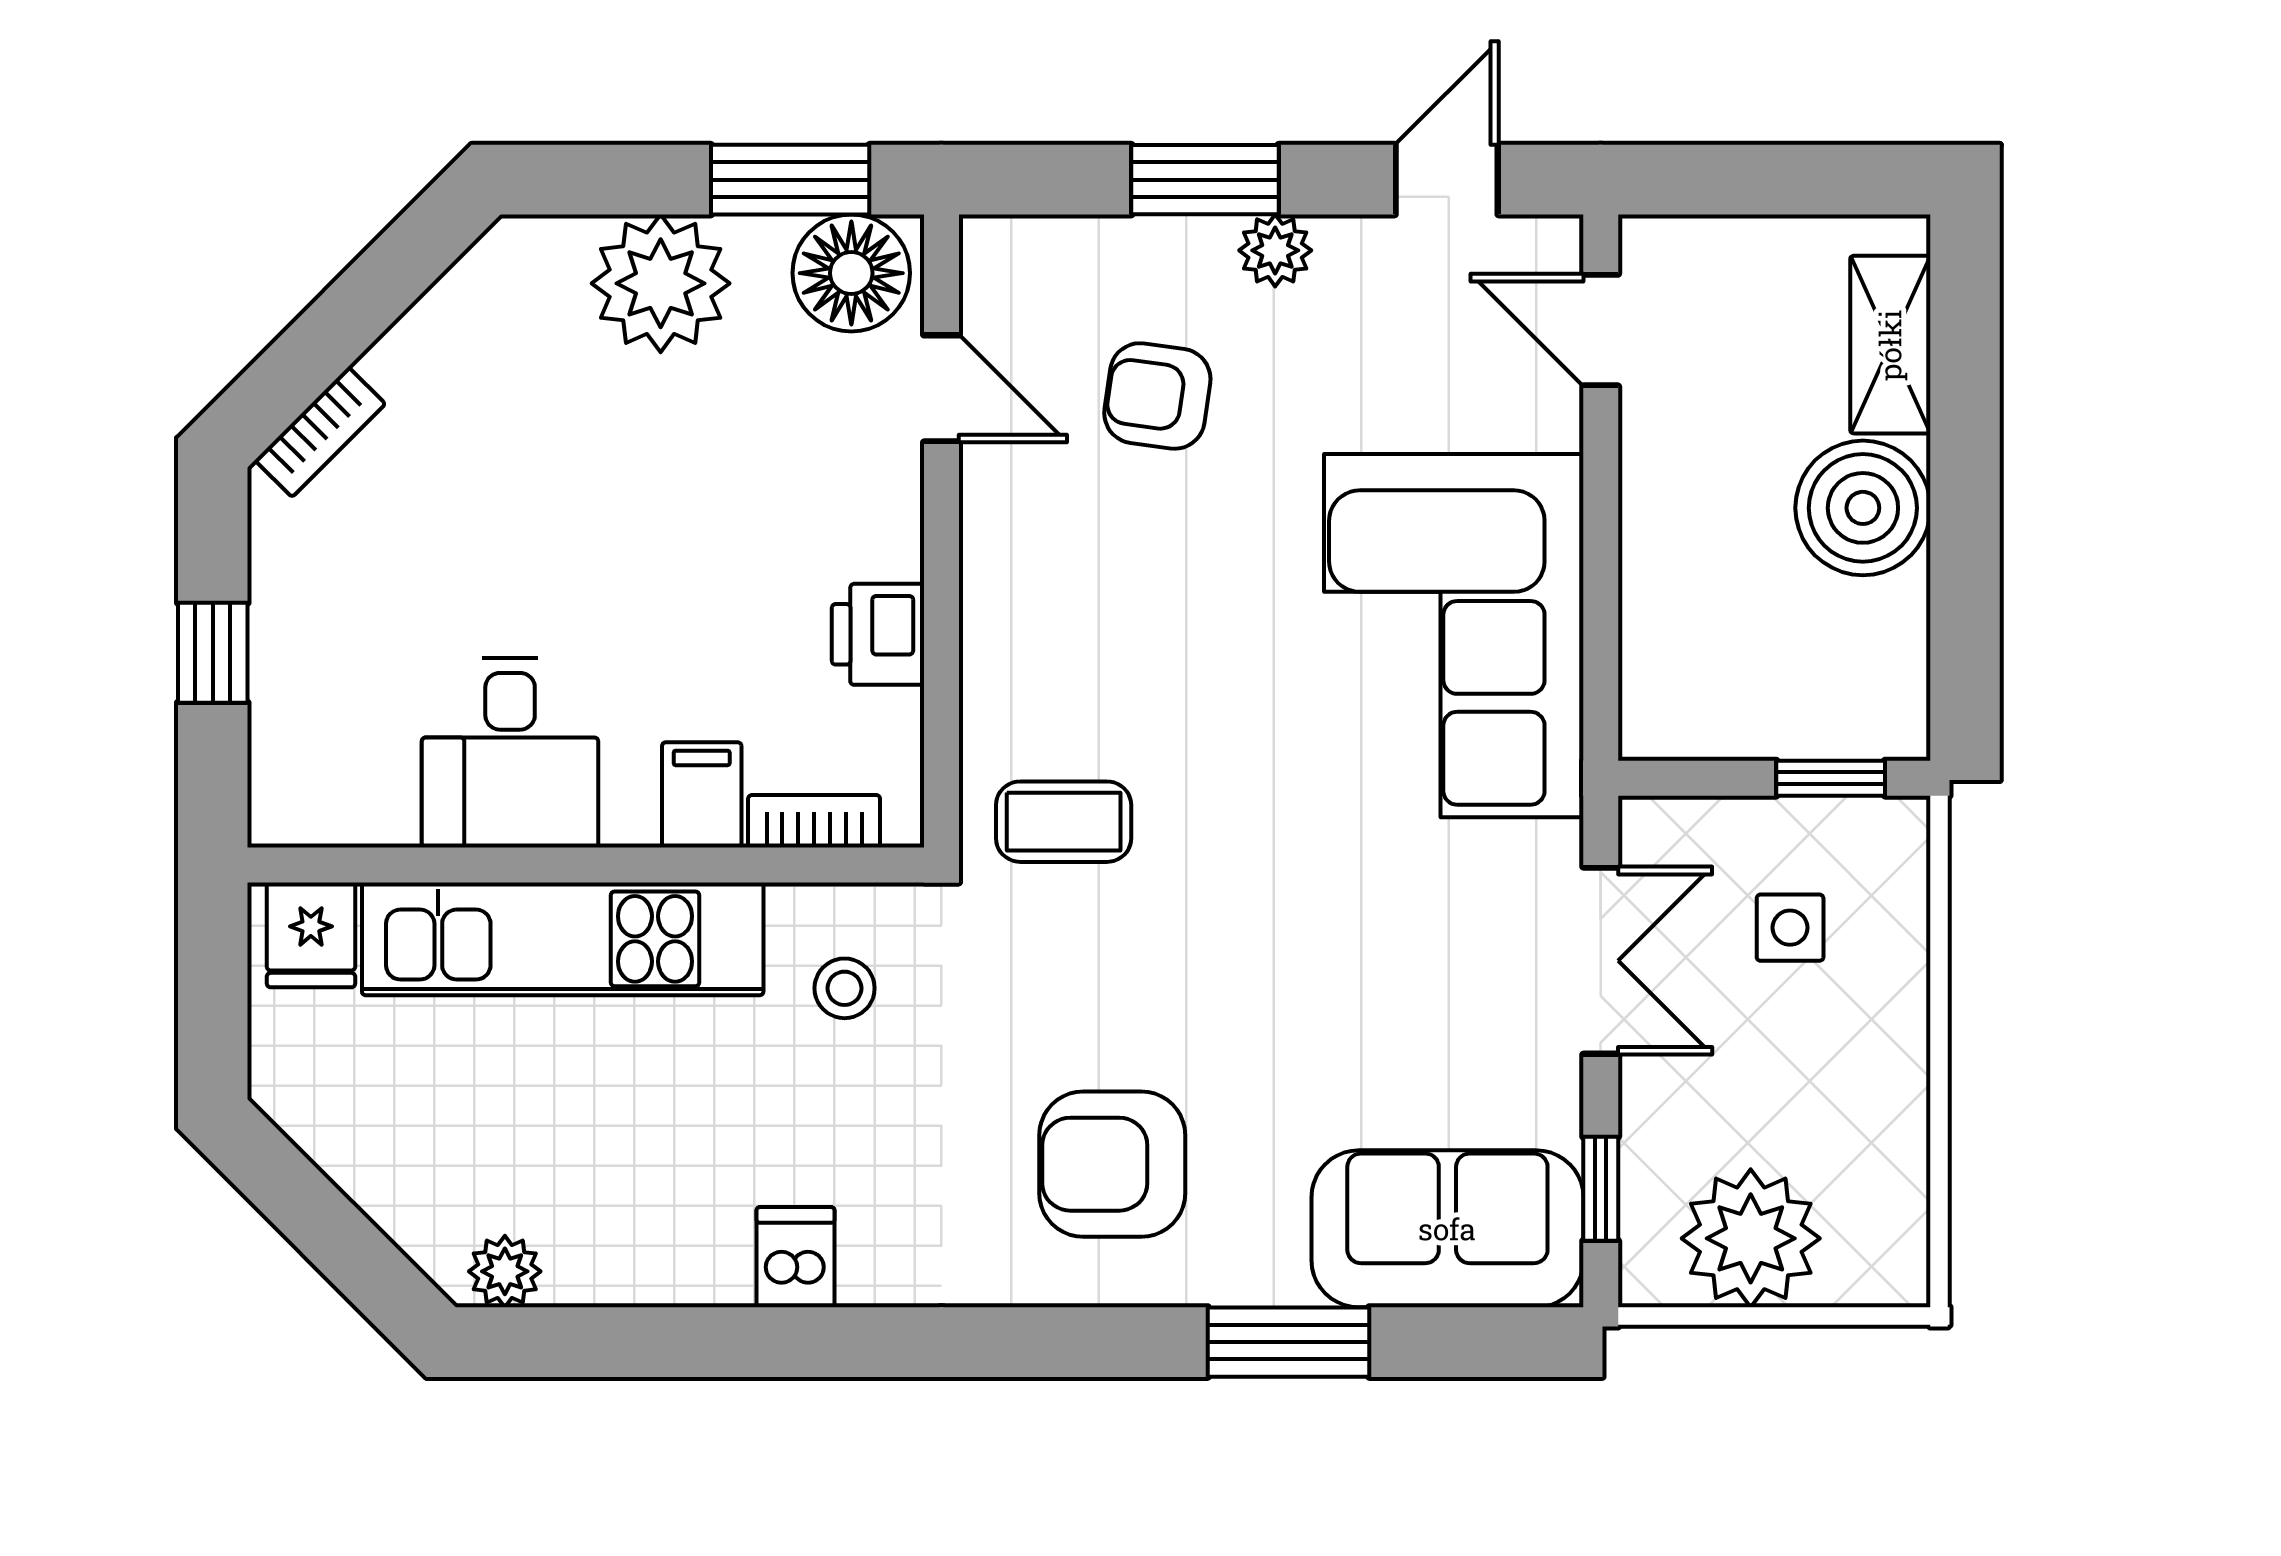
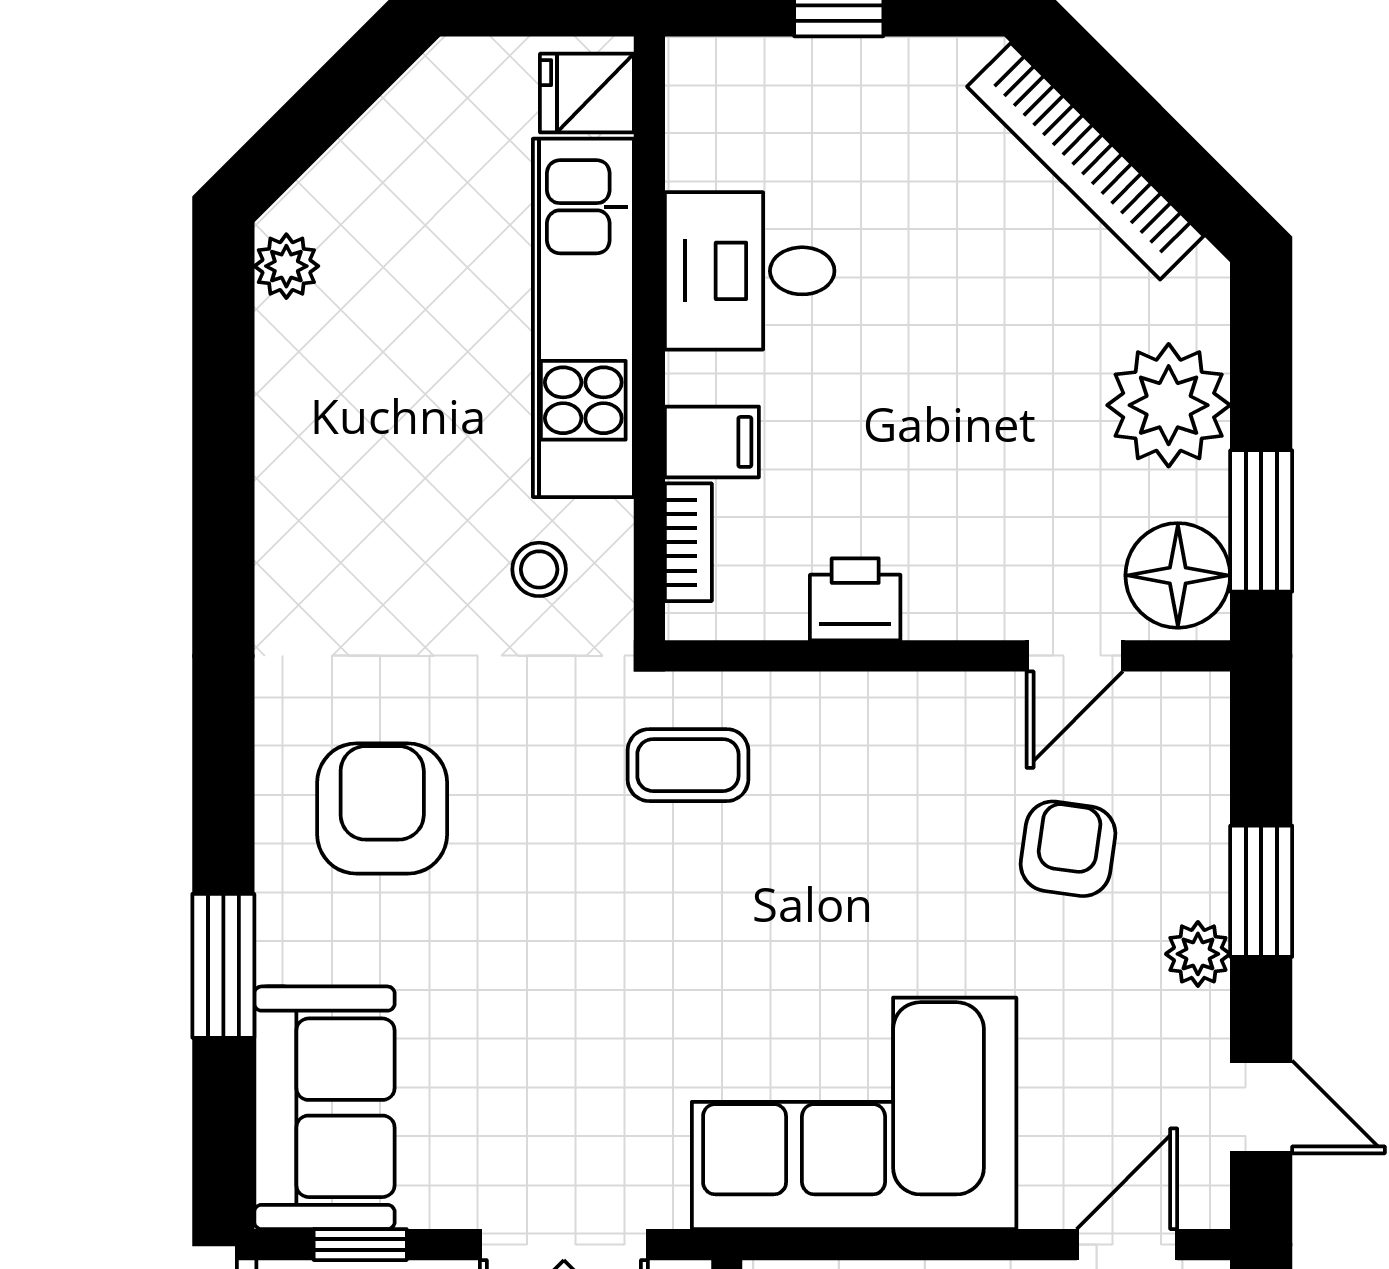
bookcase: (320, 432) -> (1085, 161), width x2.31, depth x1.31
coffee table: (1064, 822) -> (688, 765), turned 90
dishwasher: (796, 1257) -> (299, 526), removed

